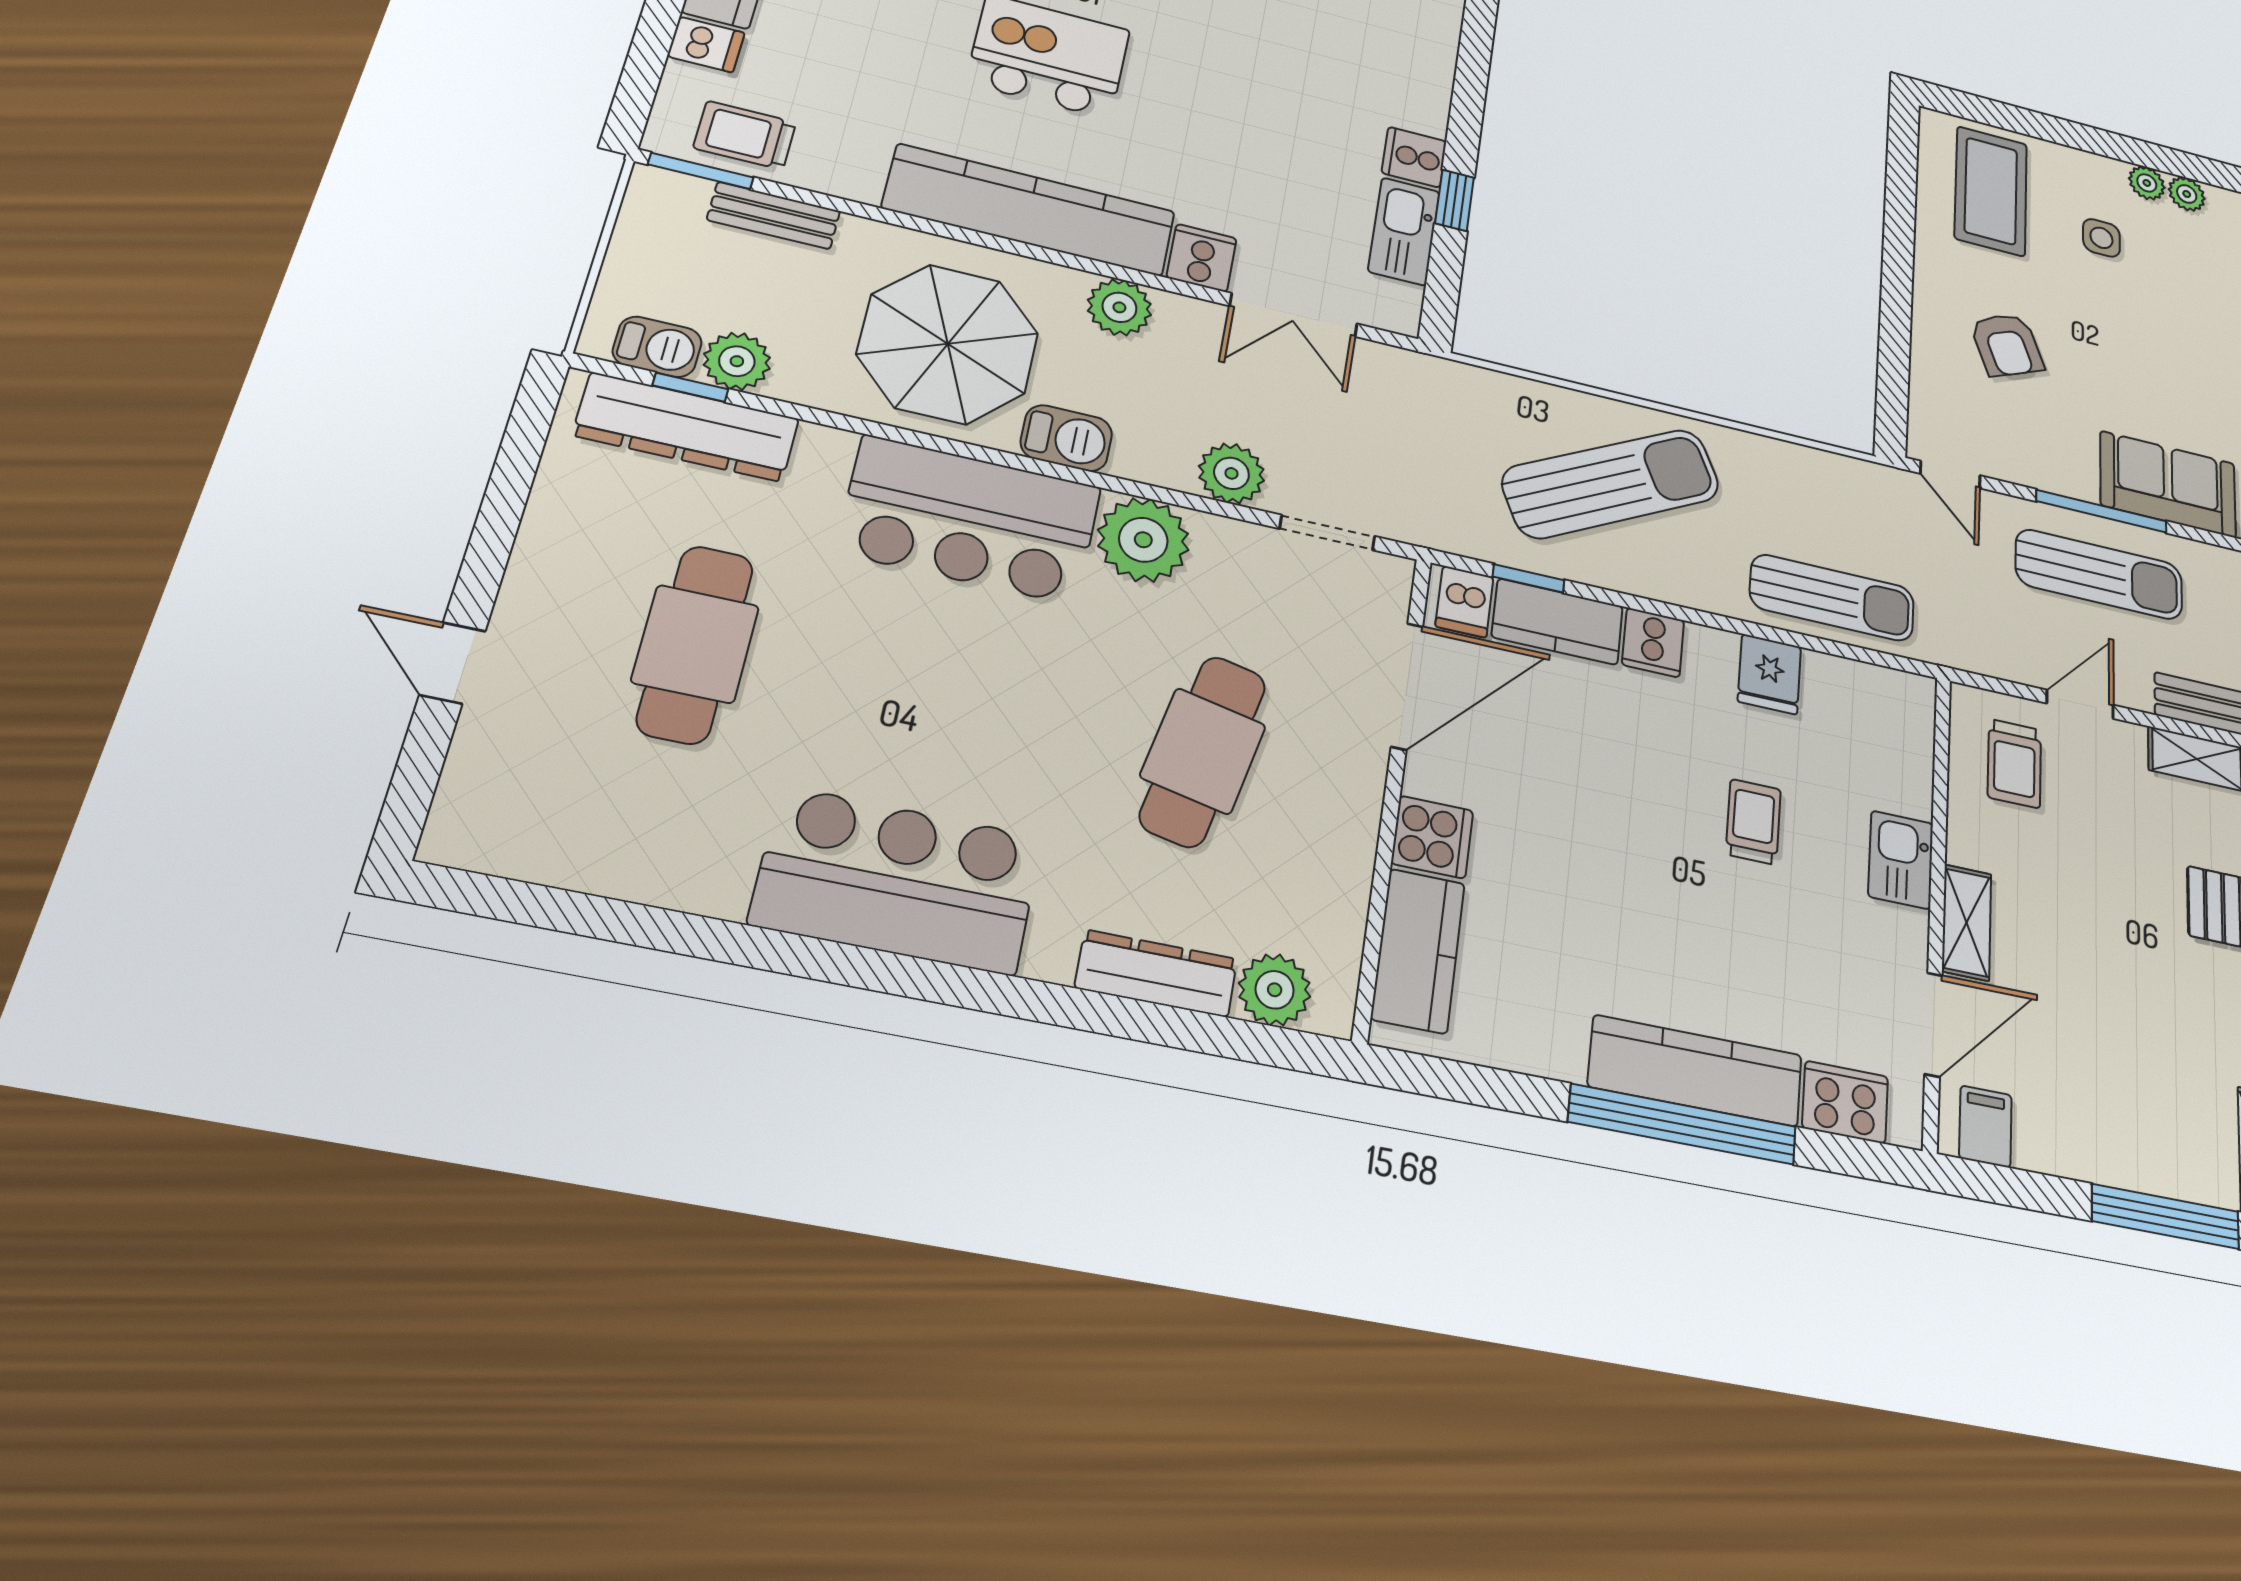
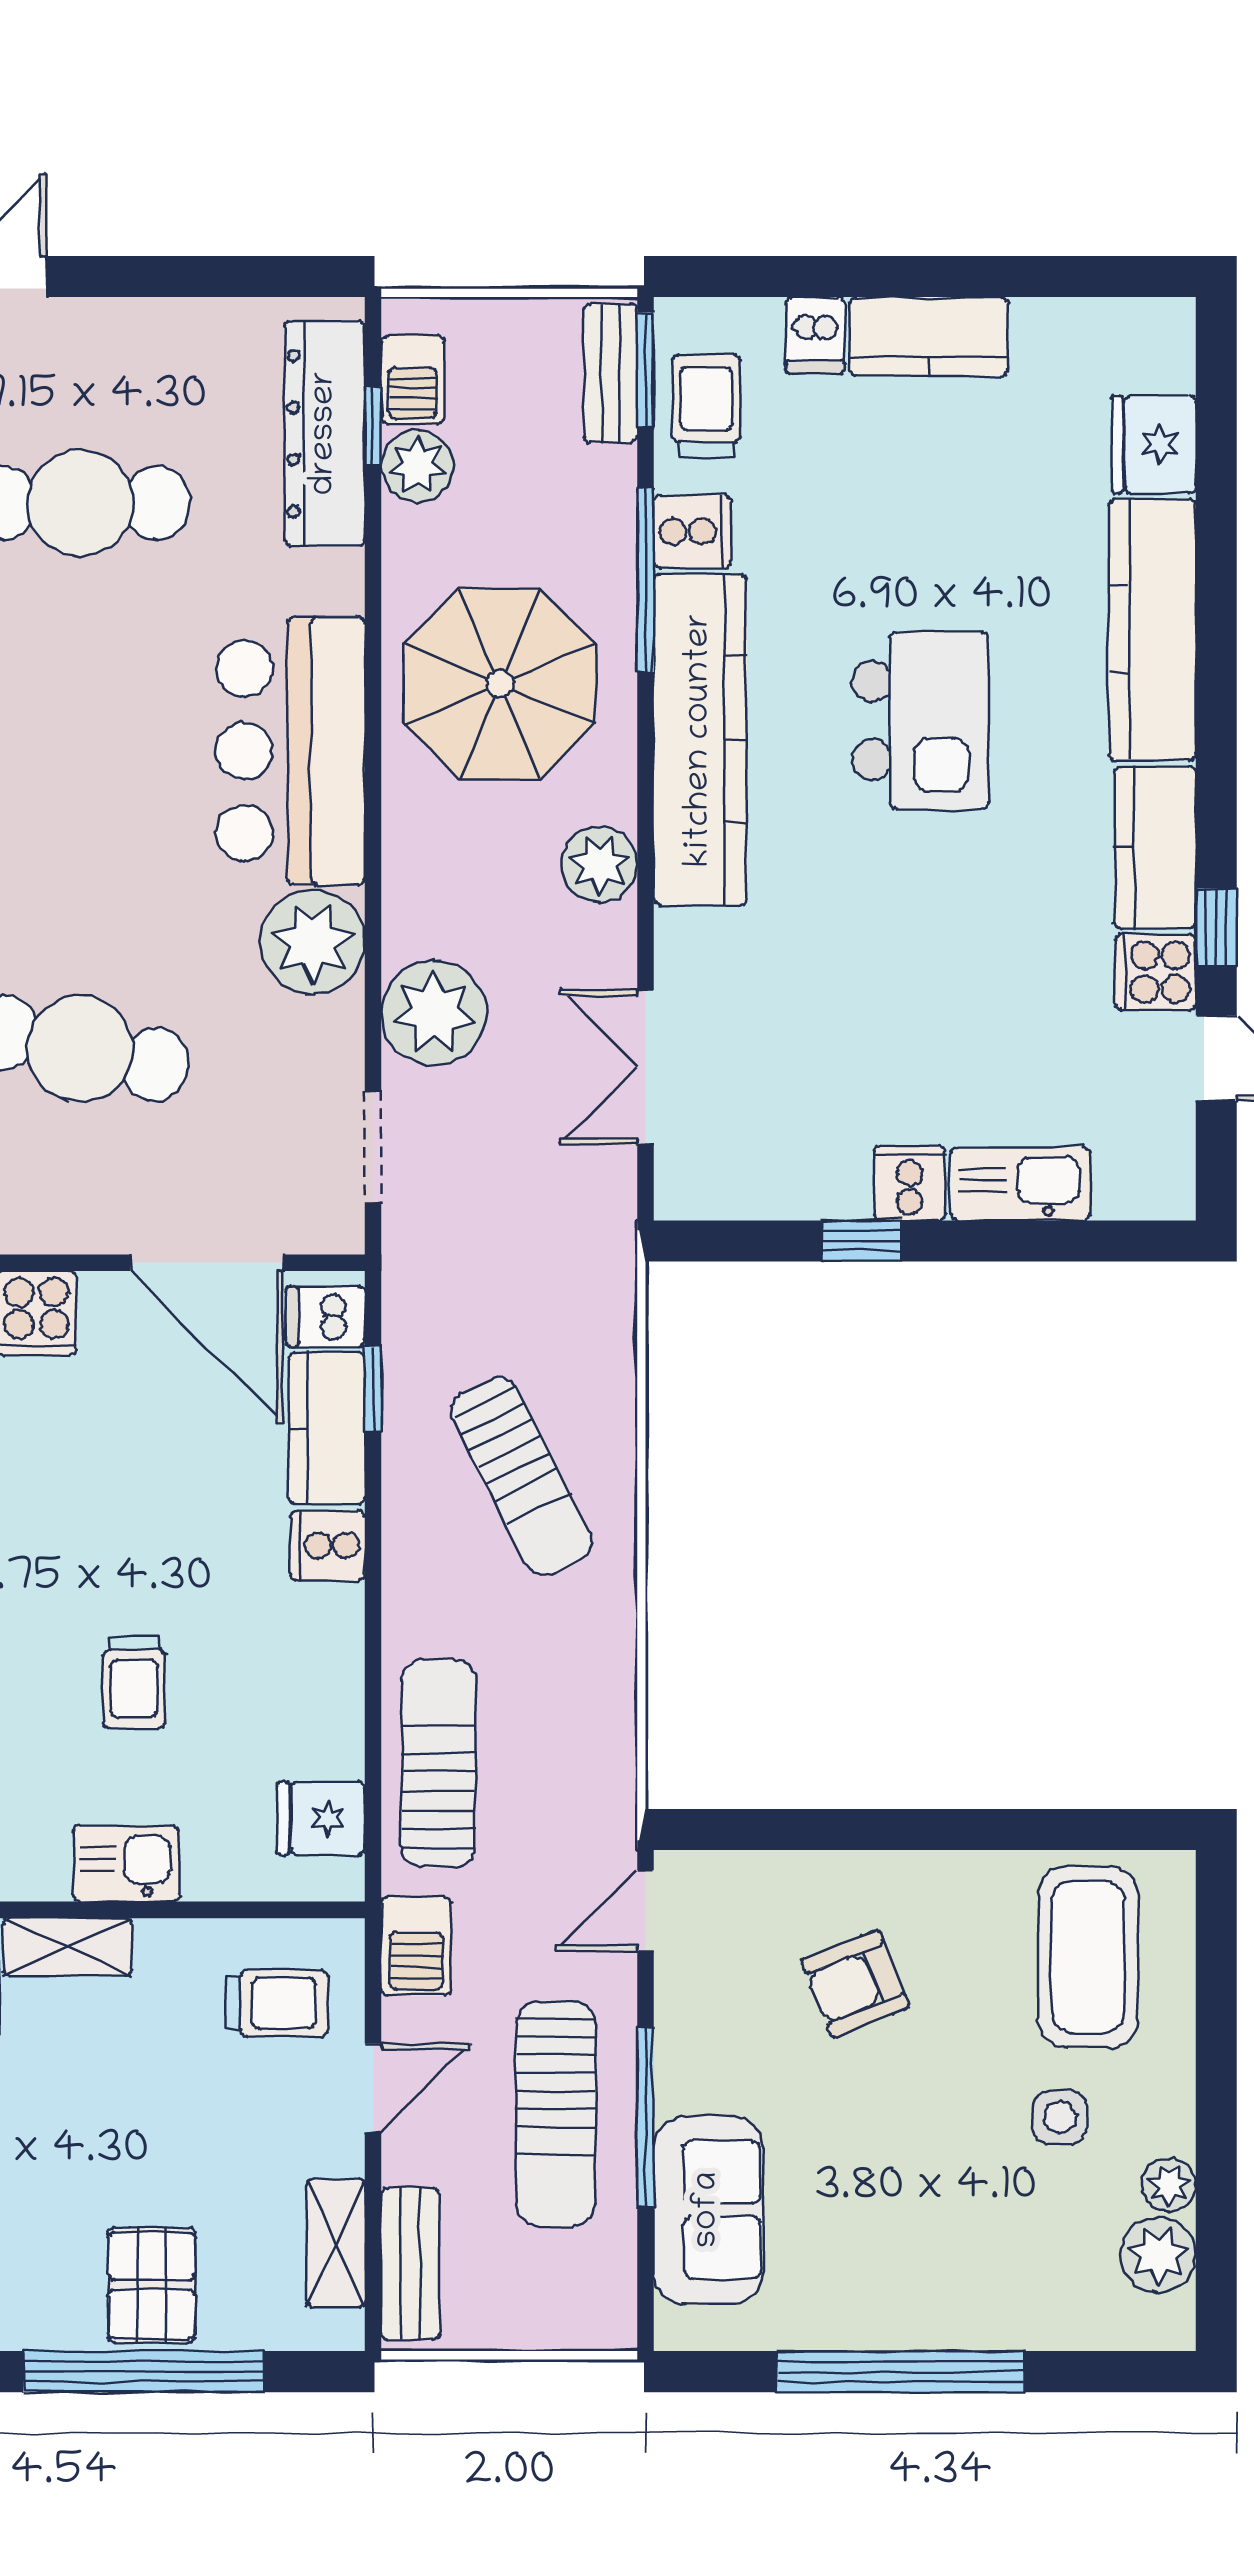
coffee table: (1991, 191) -> (1088, 1957), turned 90
plant: (2187, 194) -> (1158, 2255), width x1.38, depth x1.38
bench: (774, 216) -> (611, 373), moved
window: (884, 216) -> (645, 580), added
kitchen sink: (1404, 231) -> (1021, 1184), moved
cooker: (1202, 258) -> (692, 532), moved
barbecue: (1066, 438) -> (416, 1946), moved
plant: (1231, 473) -> (434, 1013), width x1.36, depth x1.36
sun lounger: (1611, 484) -> (521, 1476), width x0.73, depth x0.75
sun lounger: (1832, 598) -> (439, 1763), turned 180
fridge: (1769, 674) -> (321, 1818), moved
door: (2080, 704) -> (373, 2088), hinge flipped
trolley: (2014, 763) -> (277, 2003), turned 180
trolley: (1753, 822) -> (134, 1682), turned 90

